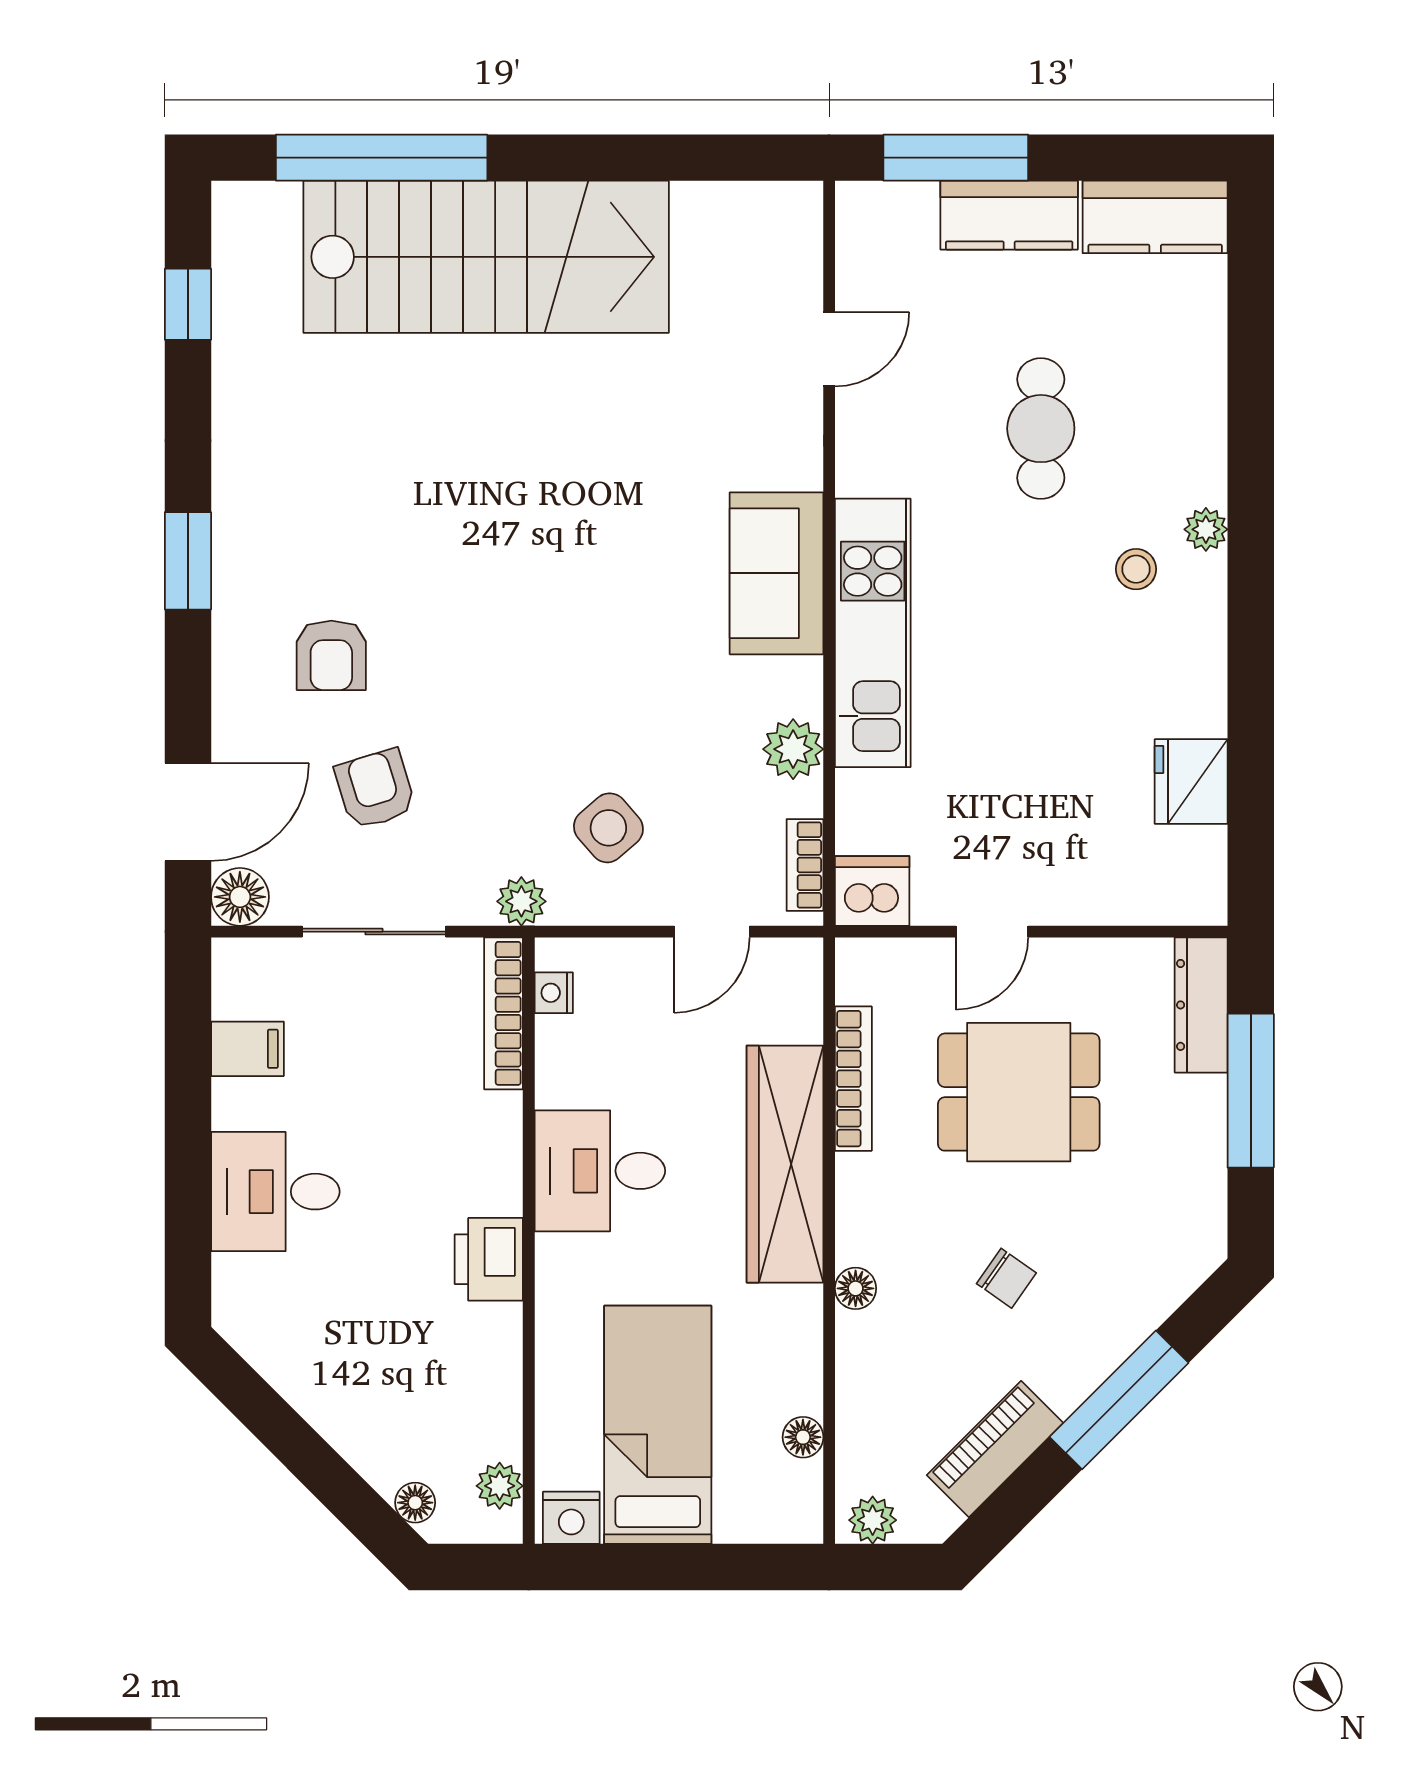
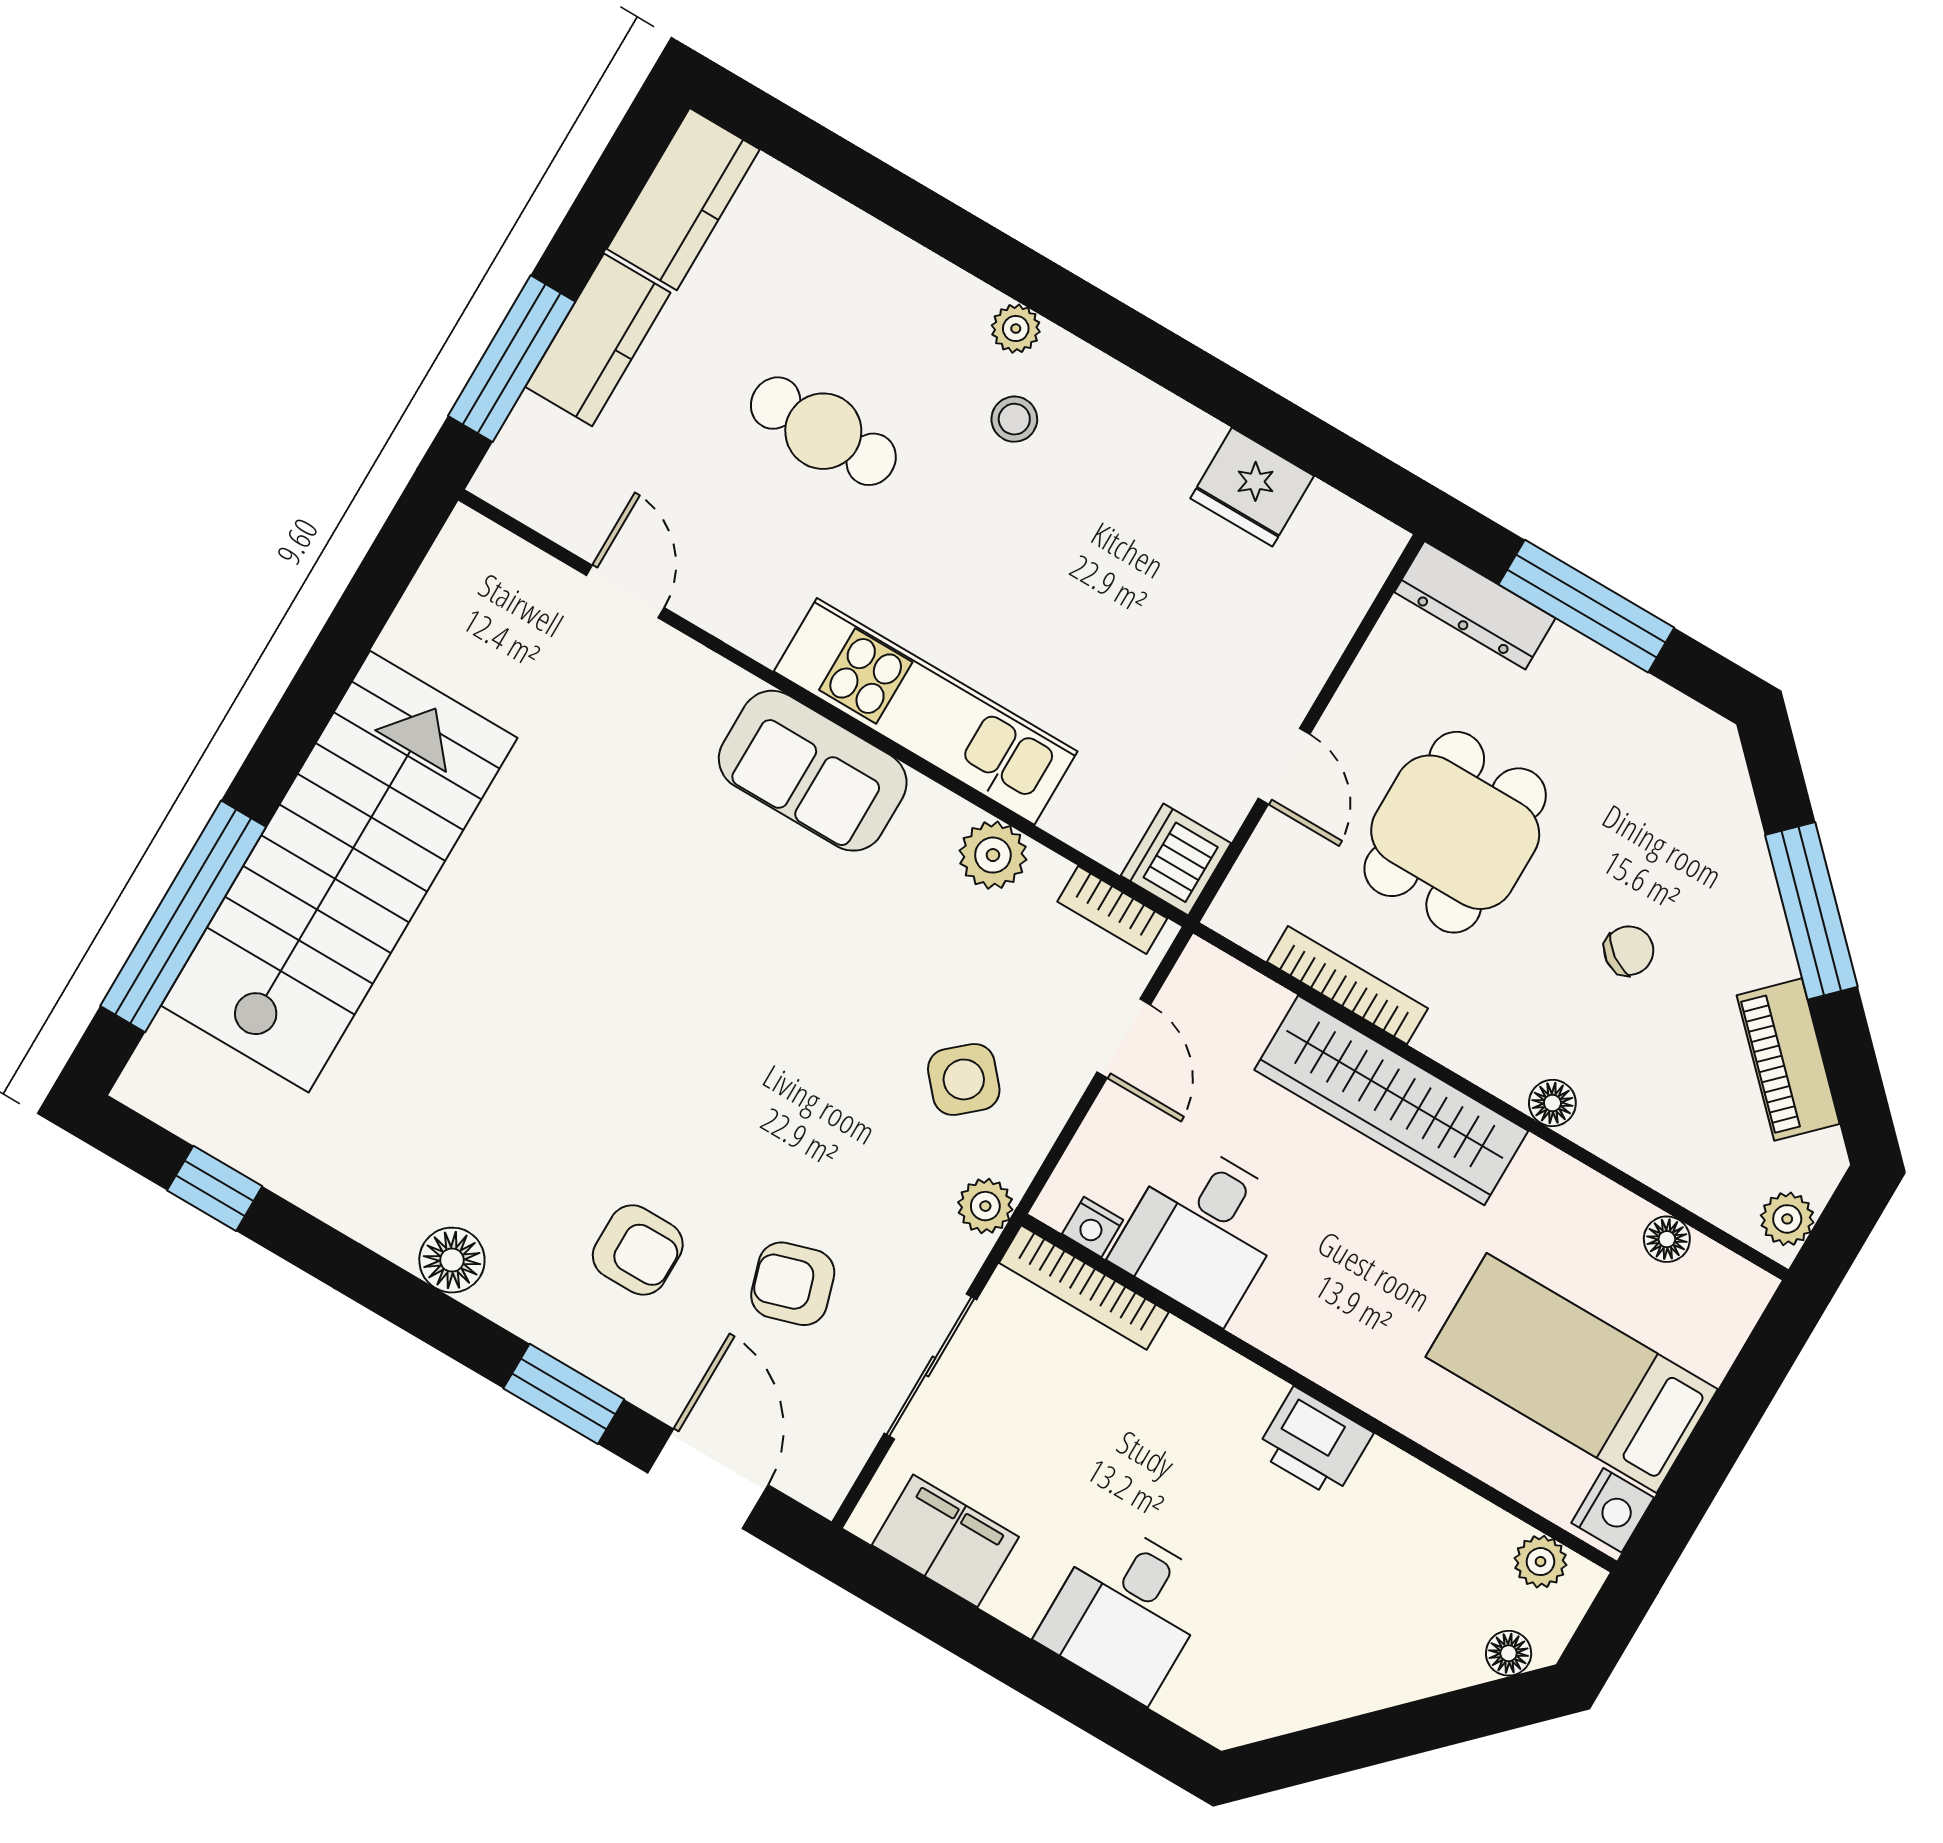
window: (188, 561) -> (564, 1394), moved
floor lamp: (240, 897) -> (452, 1260), moved
filing cabinet: (247, 1049) -> (945, 1541), width x2.00
desk: (600, 1171) -> (1202, 1231), moved

